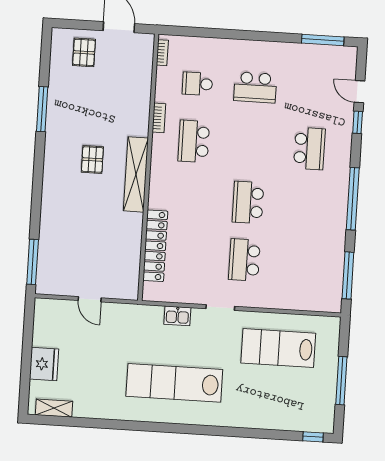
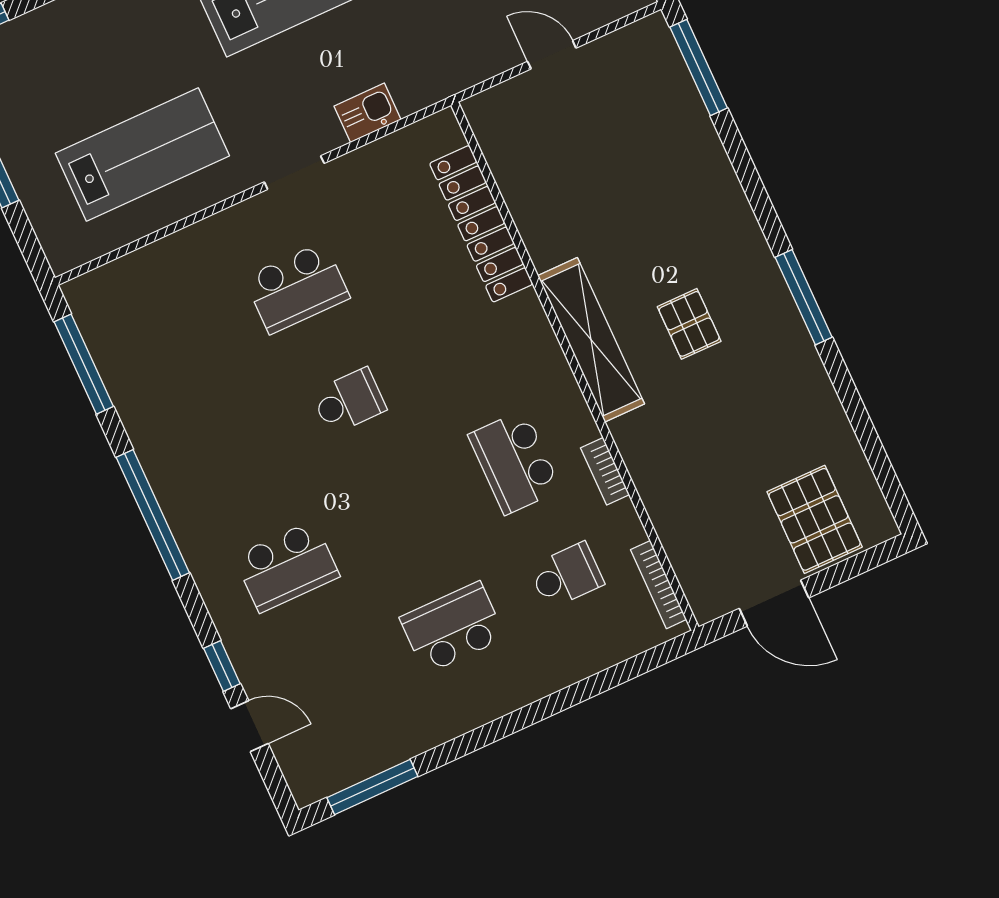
pallet: (84, 52) -> (815, 519), width x1.50, depth x1.42
bookcase: (162, 53) -> (658, 585), width x1.56
window: (42, 109) -> (804, 297), moved
school desk: (194, 141) -> (515, 462), turned 180
school desk: (309, 149) -> (287, 567), turned -90
school desk: (248, 202) -> (349, 401), width x0.54
school desk: (244, 260) -> (297, 288), turned 90

